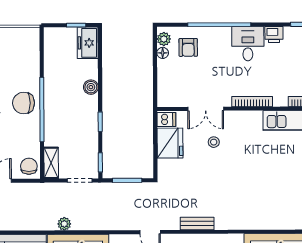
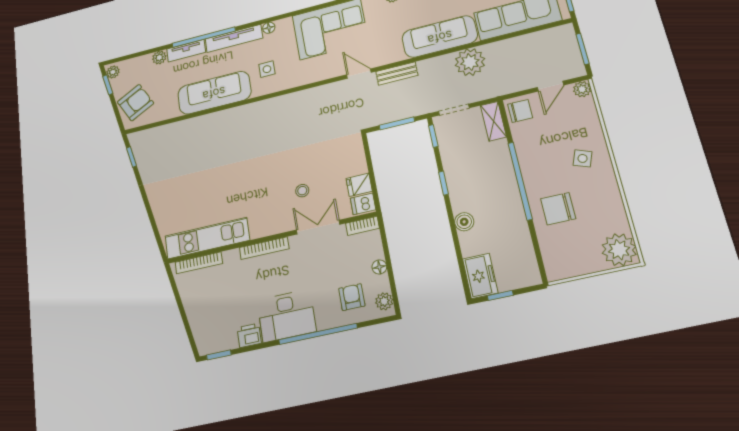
desk: (248, 44) -> (287, 316), width x1.37
floor lamp: (163, 53) -> (379, 267), moved
bookcase: (170, 102) -> (362, 226), added
chair: (24, 103) -> (558, 209), moved, turned 180
fridge: (170, 143) -> (359, 185), width x0.53, depth x0.75
chair: (29, 166) -> (520, 111), turned -90
plant: (64, 224) -> (470, 62), width x1.88, depth x1.88
bench: (197, 224) -> (397, 73), moved

